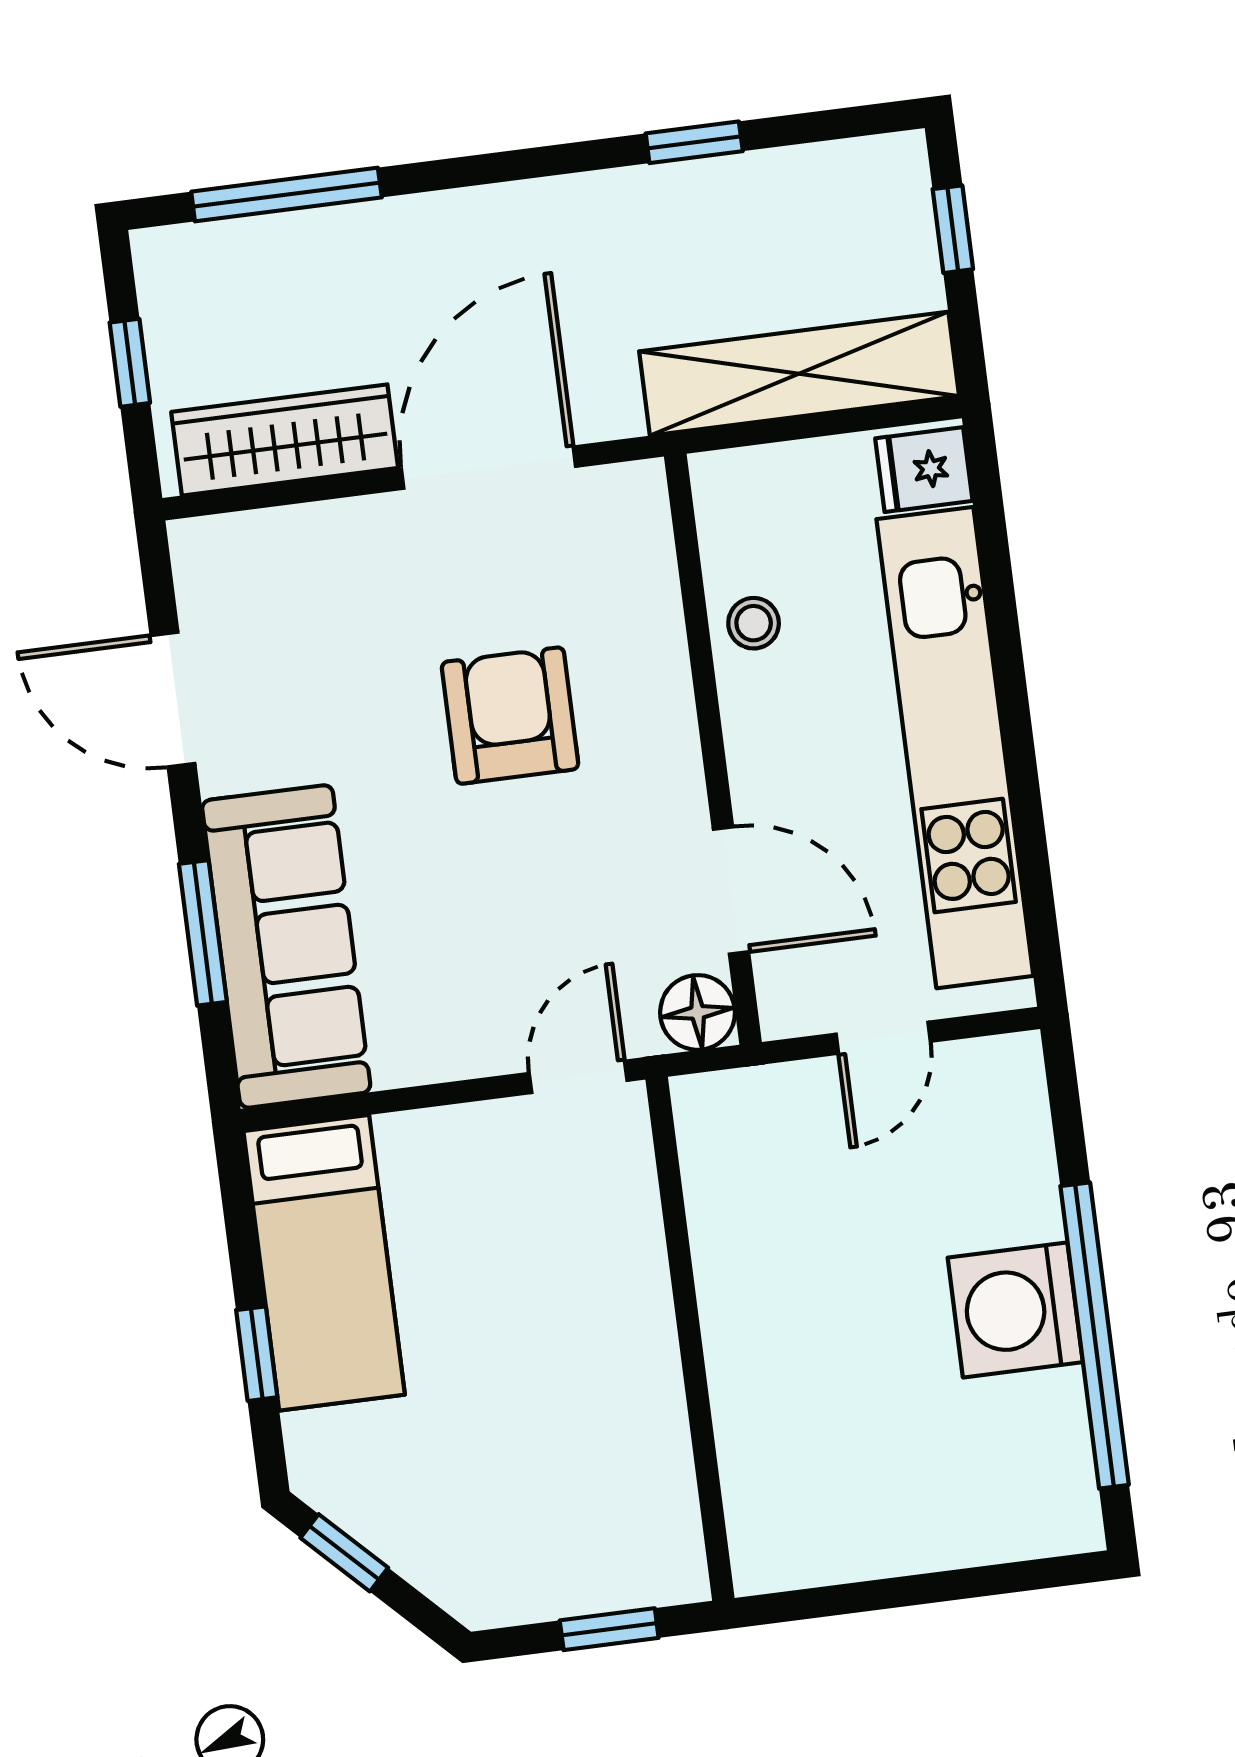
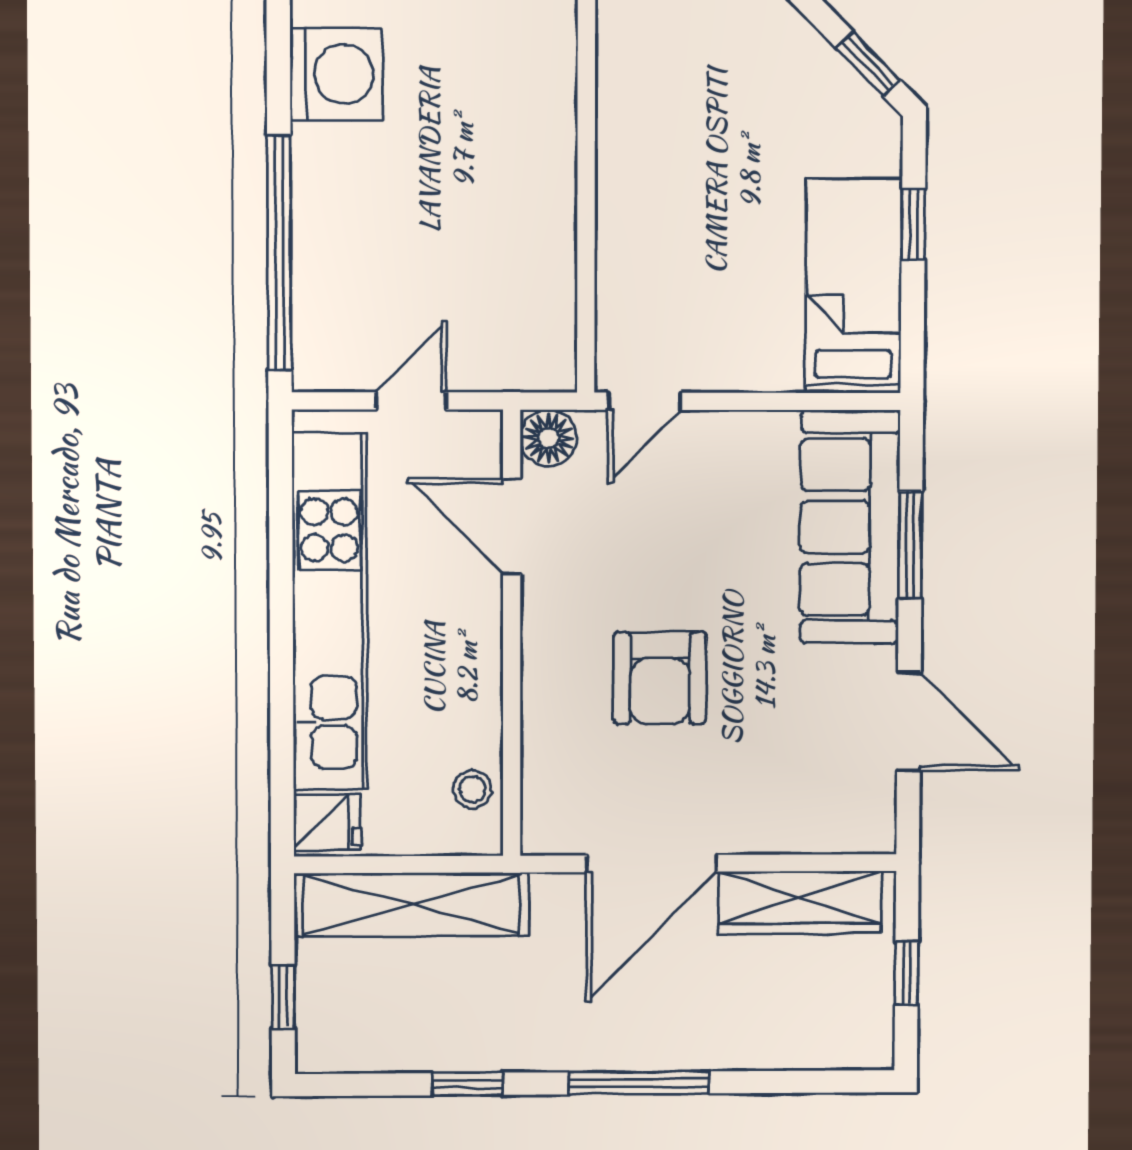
window: (286, 195) -> (639, 1083), moved
stool: (754, 623) -> (472, 789), moved
washing machine: (1015, 1310) -> (336, 74), moved
window: (1095, 1335) -> (279, 253), moved

